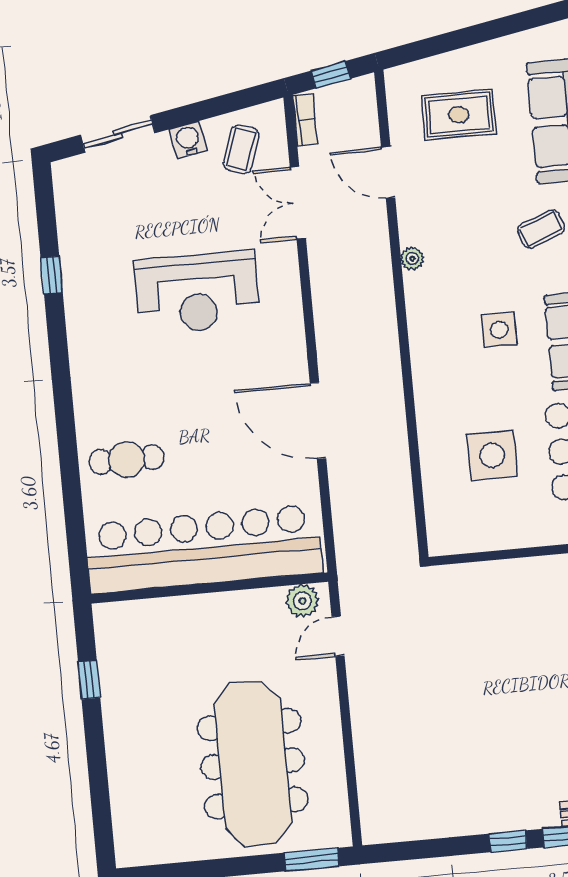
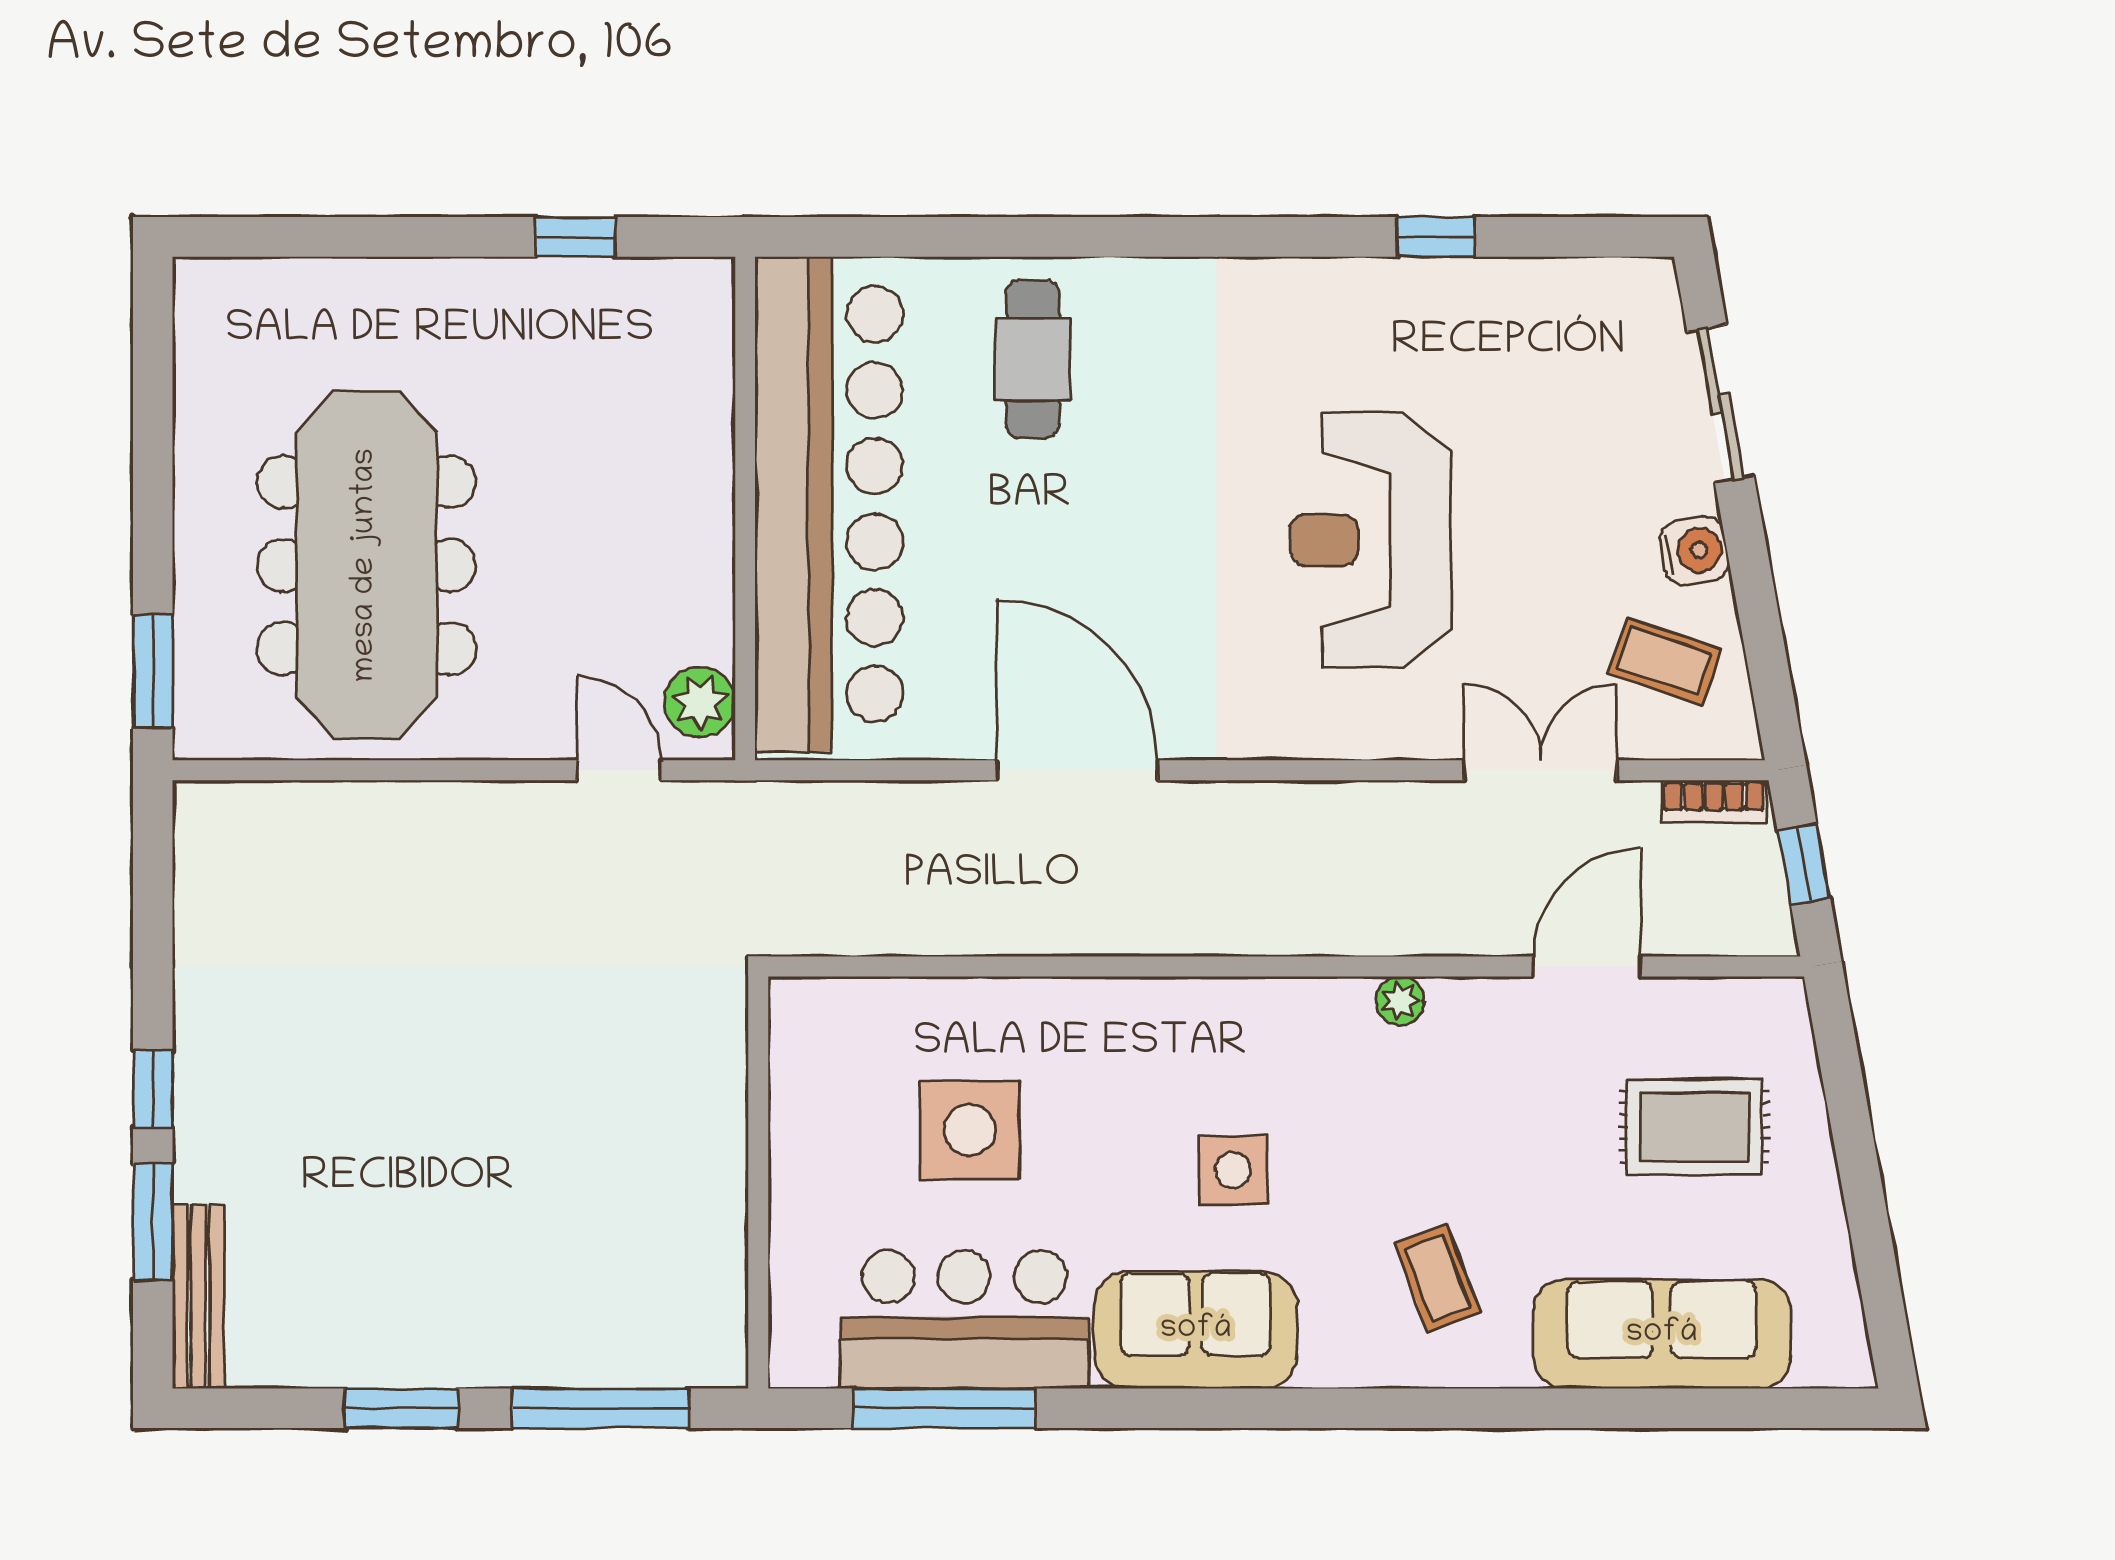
rug: (459, 115) -> (1695, 1127), turned 90
door: (318, 421) -> (1077, 770), hinge flipped
meeting table: (253, 764) -> (366, 565), turned 90

